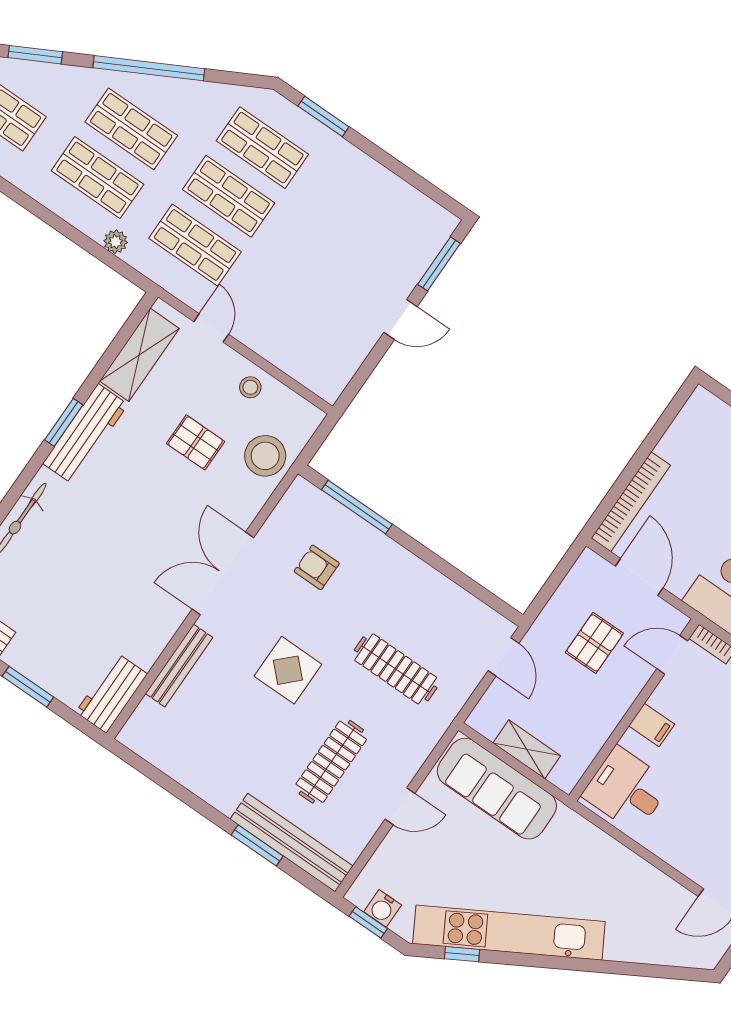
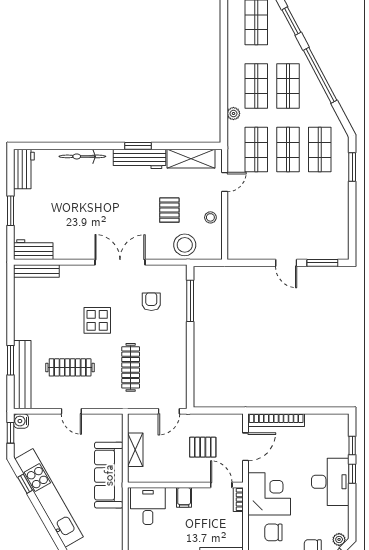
bench: (179, 665) -> (36, 271), moved
sofa: (497, 789) -> (109, 475), moved
water cooler: (383, 908) -> (21, 421), moved

